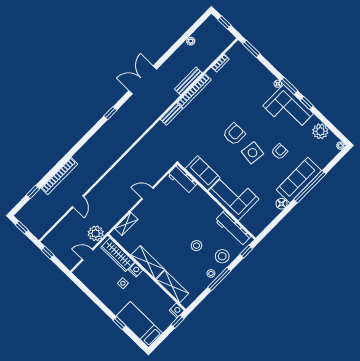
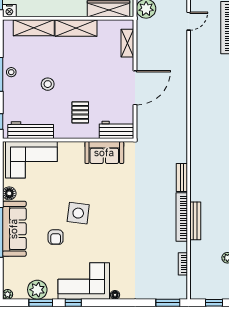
window: (289, 86) -> (41, 303), moved
armchair: (234, 134) -> (110, 214), removed
door: (147, 193) -> (135, 88), width x1.88
corner sofa: (234, 195) -> (31, 160), moved
door: (78, 202) -> (189, 21), swing flipped
pallet: (194, 210) -> (80, 112), added
stool: (222, 256) -> (16, 97), removed
nightstand: (136, 270) -> (80, 11), removed

